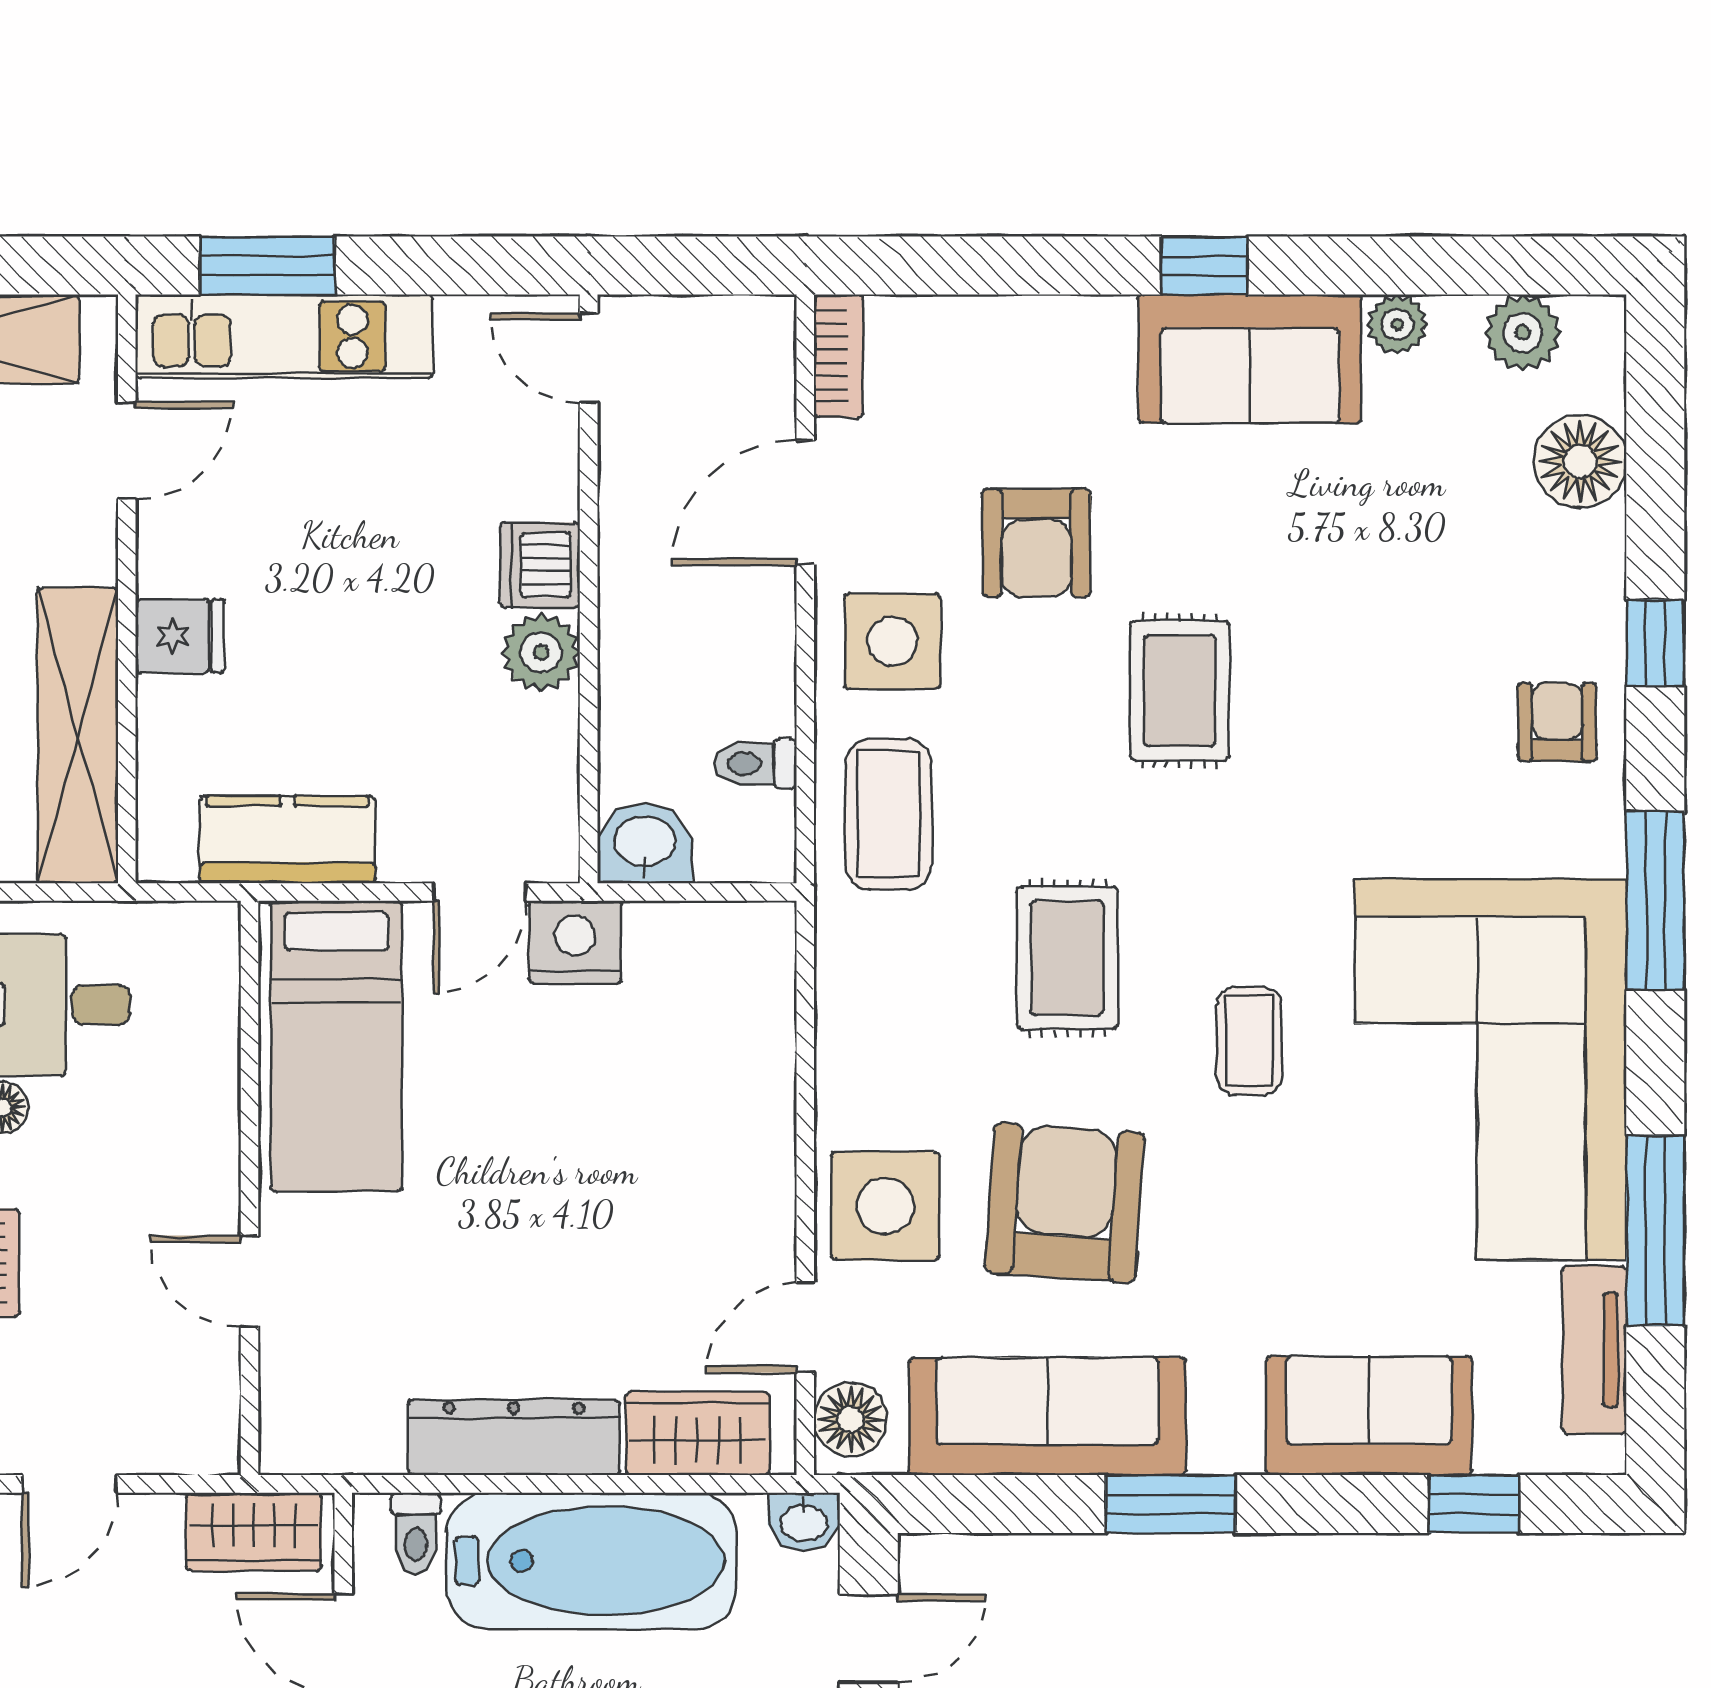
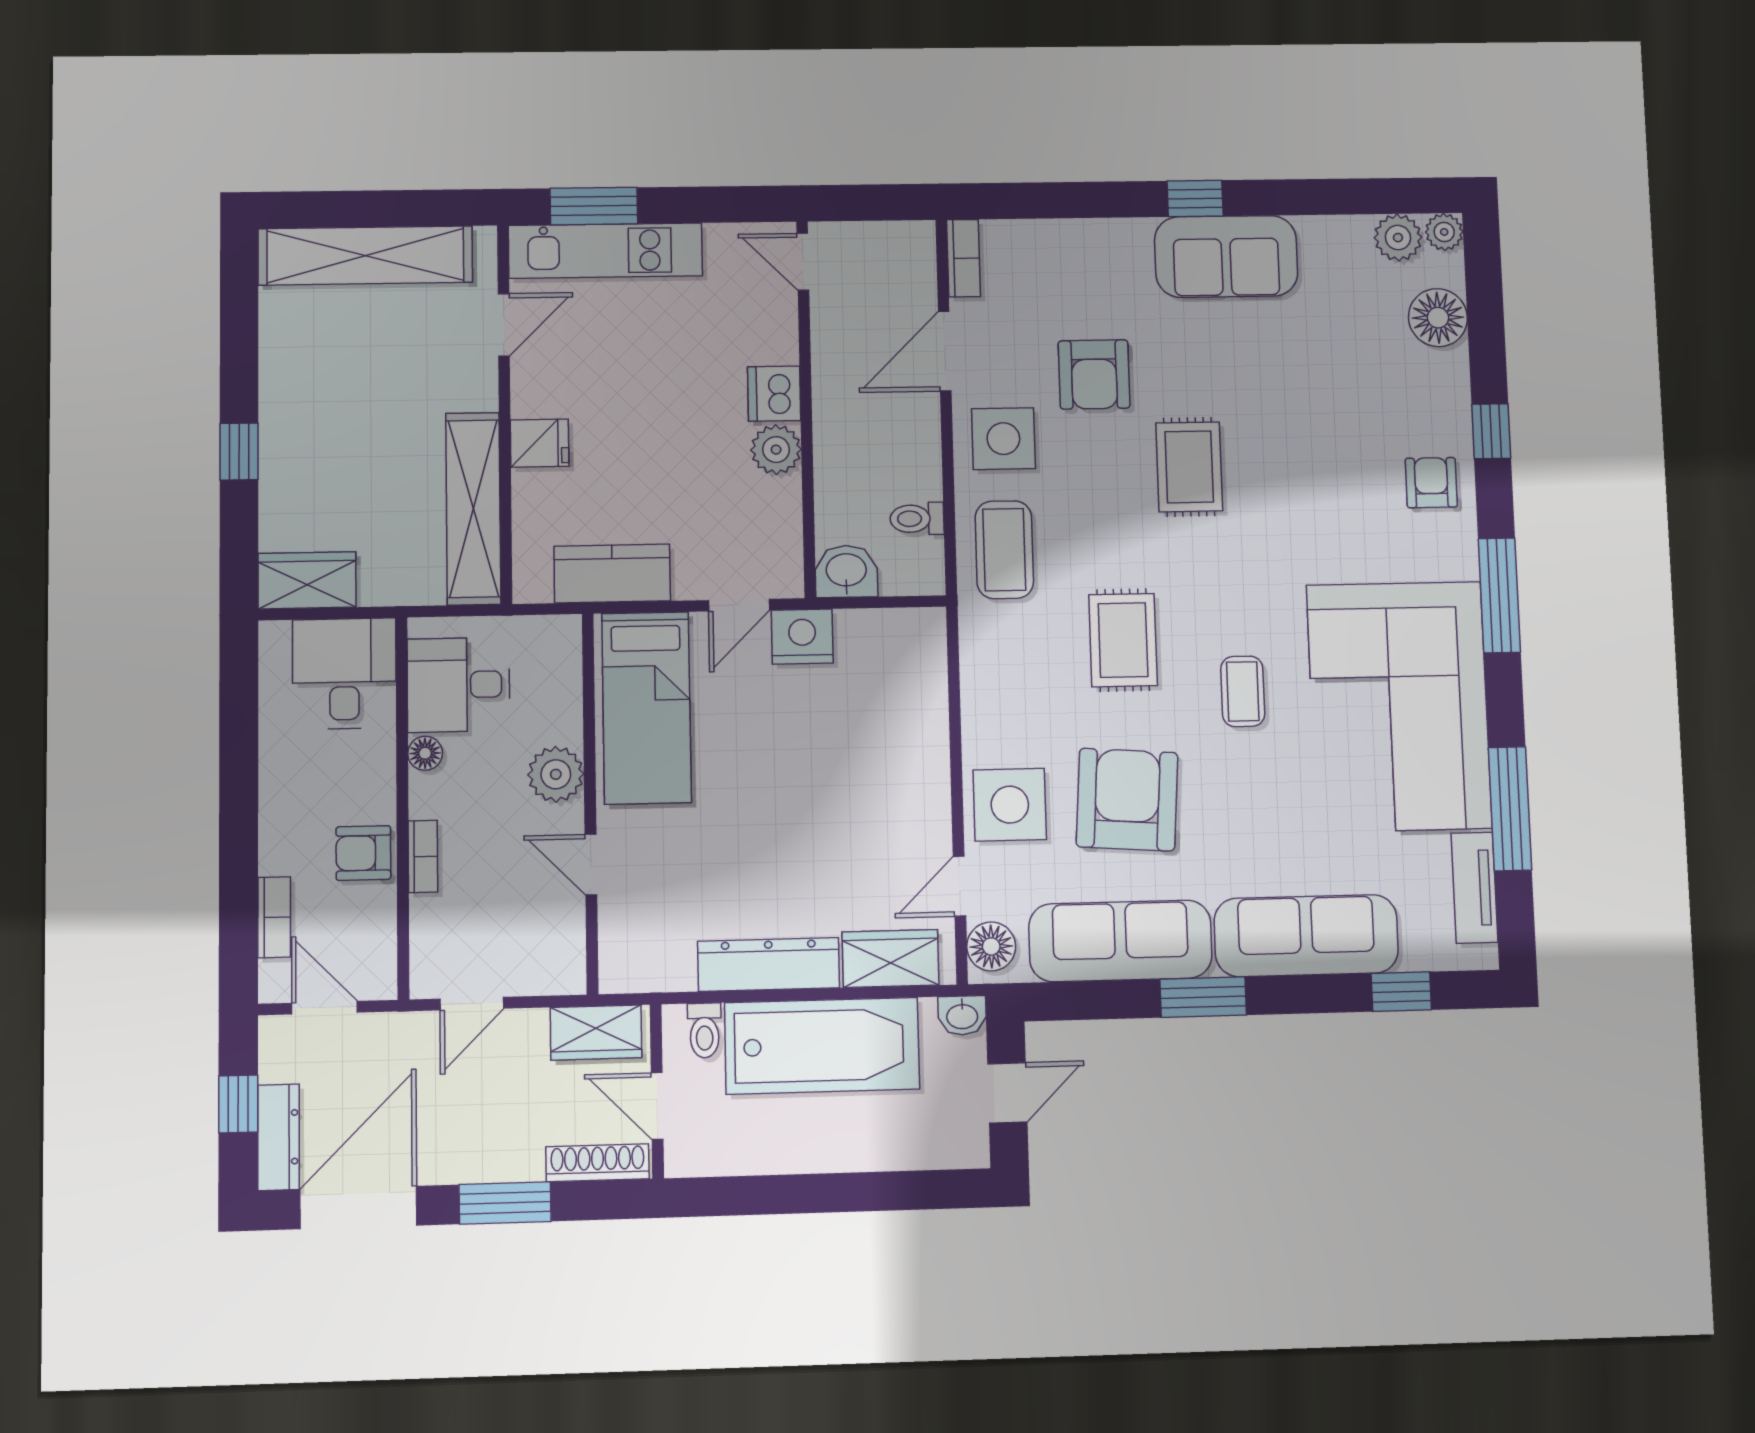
plant: (1397, 324) -> (1444, 232), moved
plant: (198, 1144) -> (556, 774), added
sofa: (1369, 1416) -> (1306, 936), width x1.36

